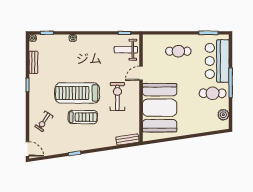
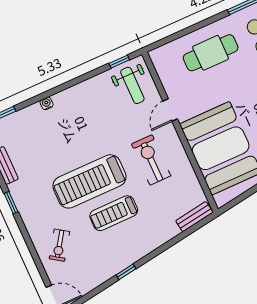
weight bench: (126, 50) -> (132, 85), turned -90
cafe table: (178, 51) -> (211, 53), width x1.37, depth x1.35
treadmill: (83, 117) -> (114, 213), turned 180

